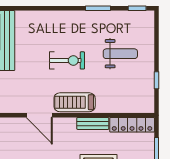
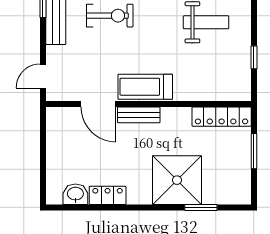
exercise bike: (67, 60) -> (110, 16), moved
bench: (93, 123) -> (139, 115), moved

